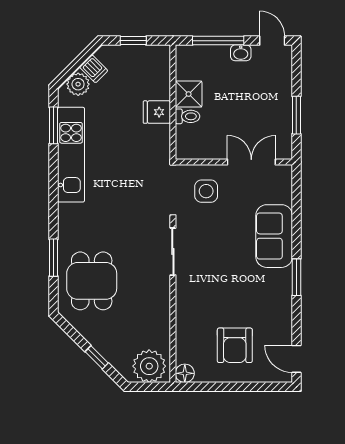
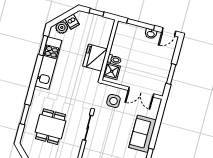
door: (272, 41) -> (169, 32), swing flipped
shower: (189, 94) -> (112, 71), moved
fridge: (157, 112) -> (95, 58), width x1.88, depth x1.34
double door: (251, 162) -> (141, 92), swing flipped
dining table: (92, 281) -> (51, 127), moved

